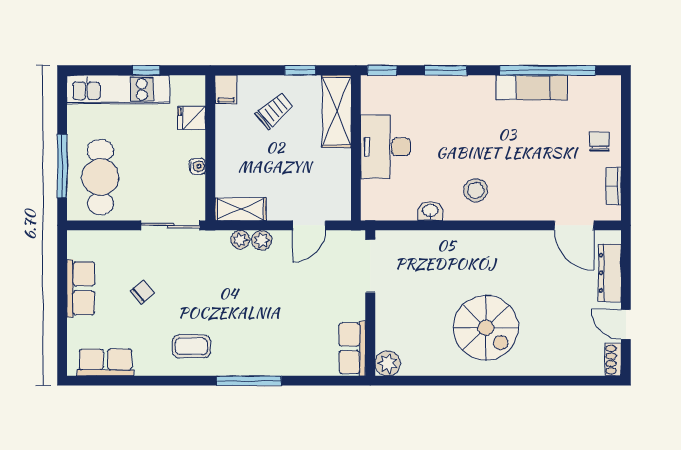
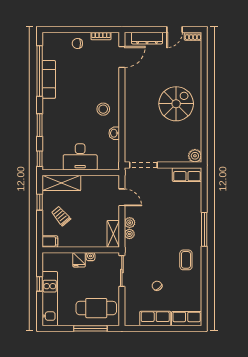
fridge: (192, 118) -> (79, 260), moved
row of seats: (105, 362) -> (187, 319), moved, turned 90

